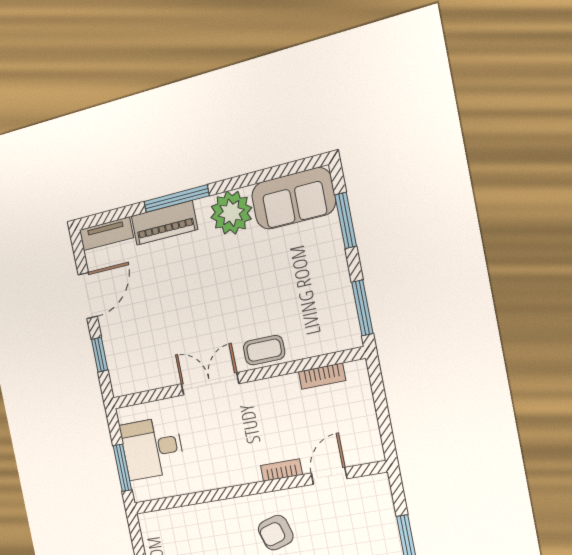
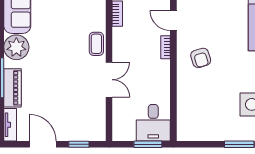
double door: (210, 384) -> (109, 80), swing flipped
desk: (152, 448) -> (153, 123), moved

